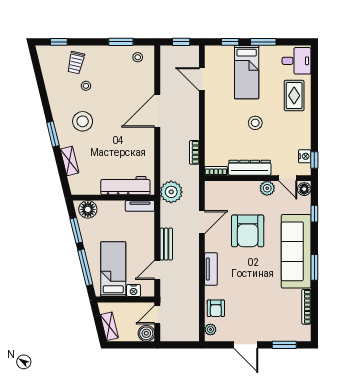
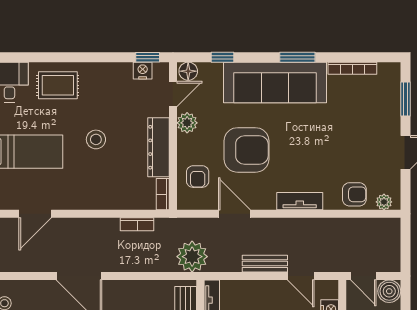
armchair: (229, 196) -> (198, 177), added

